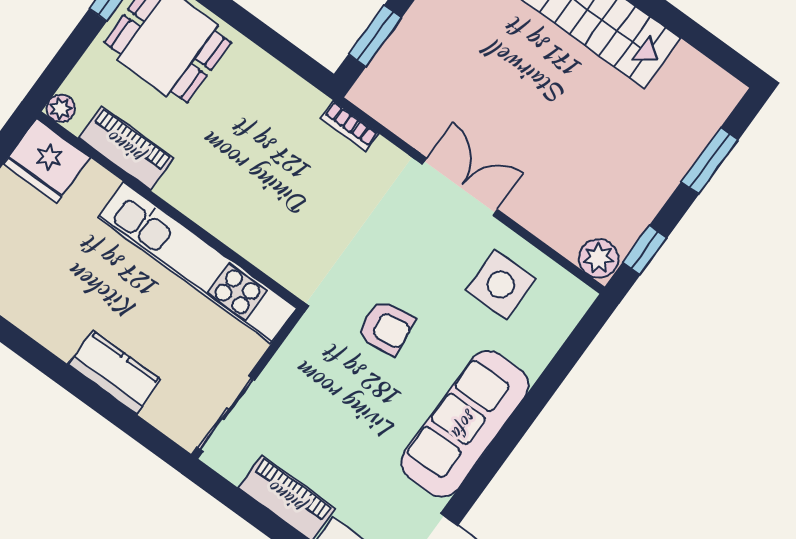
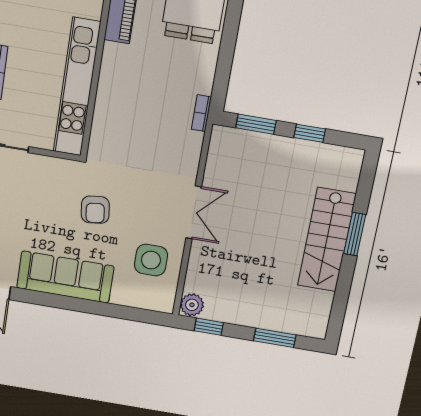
bookcase: (350, 126) -> (201, 113), moved

